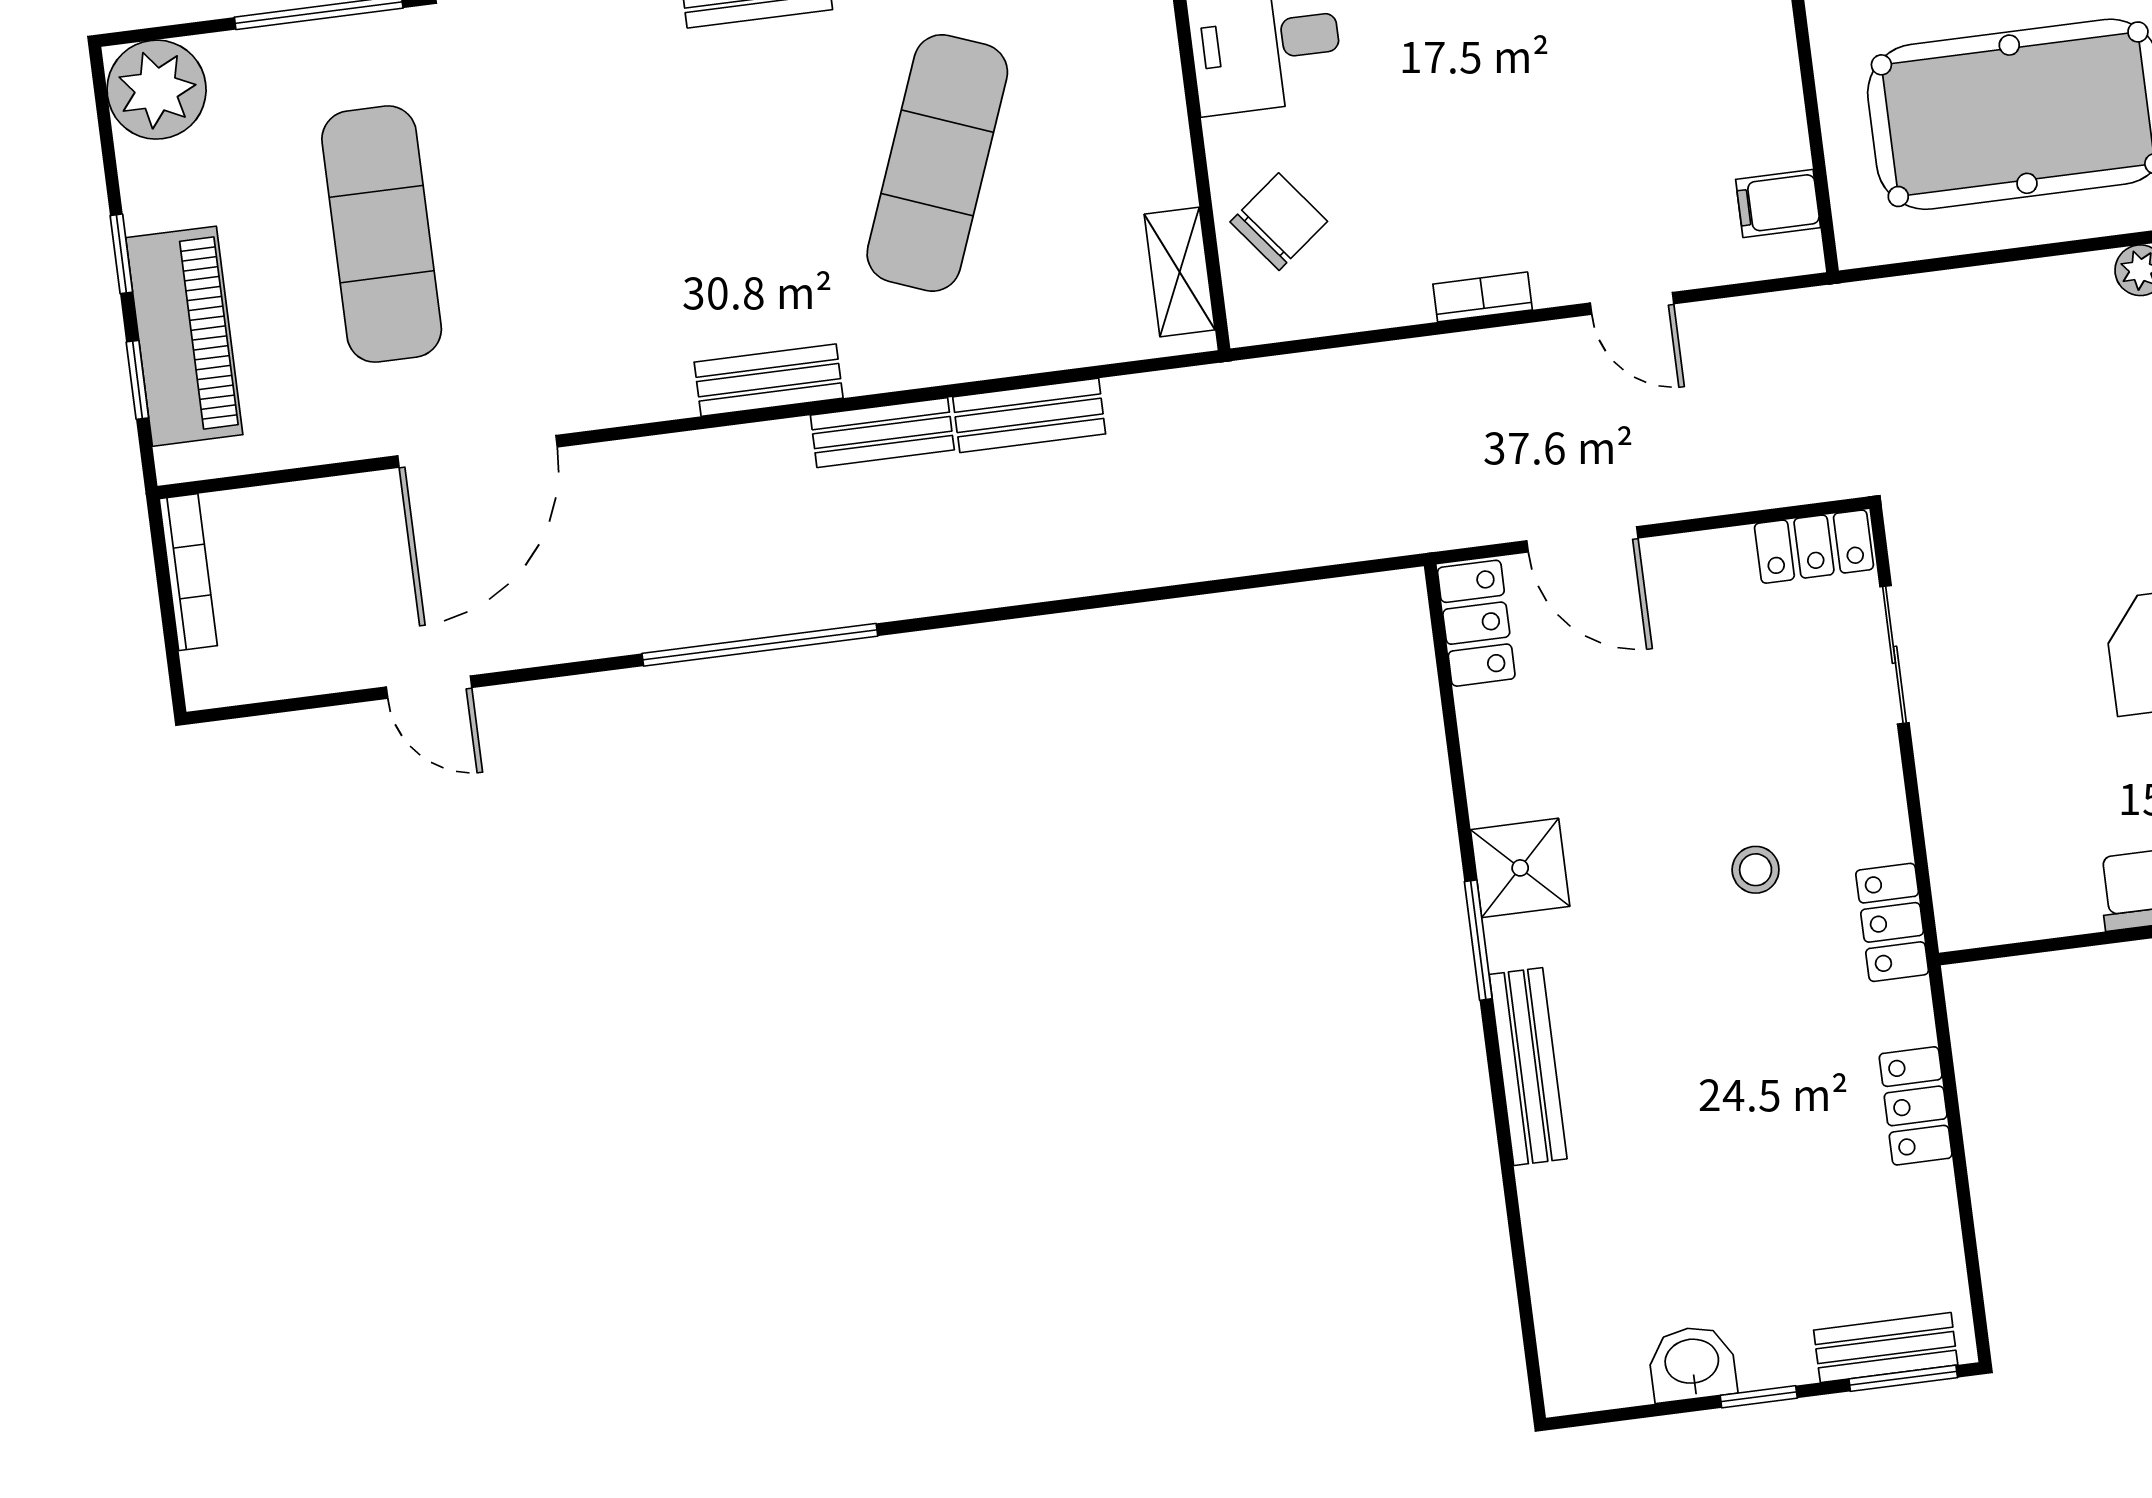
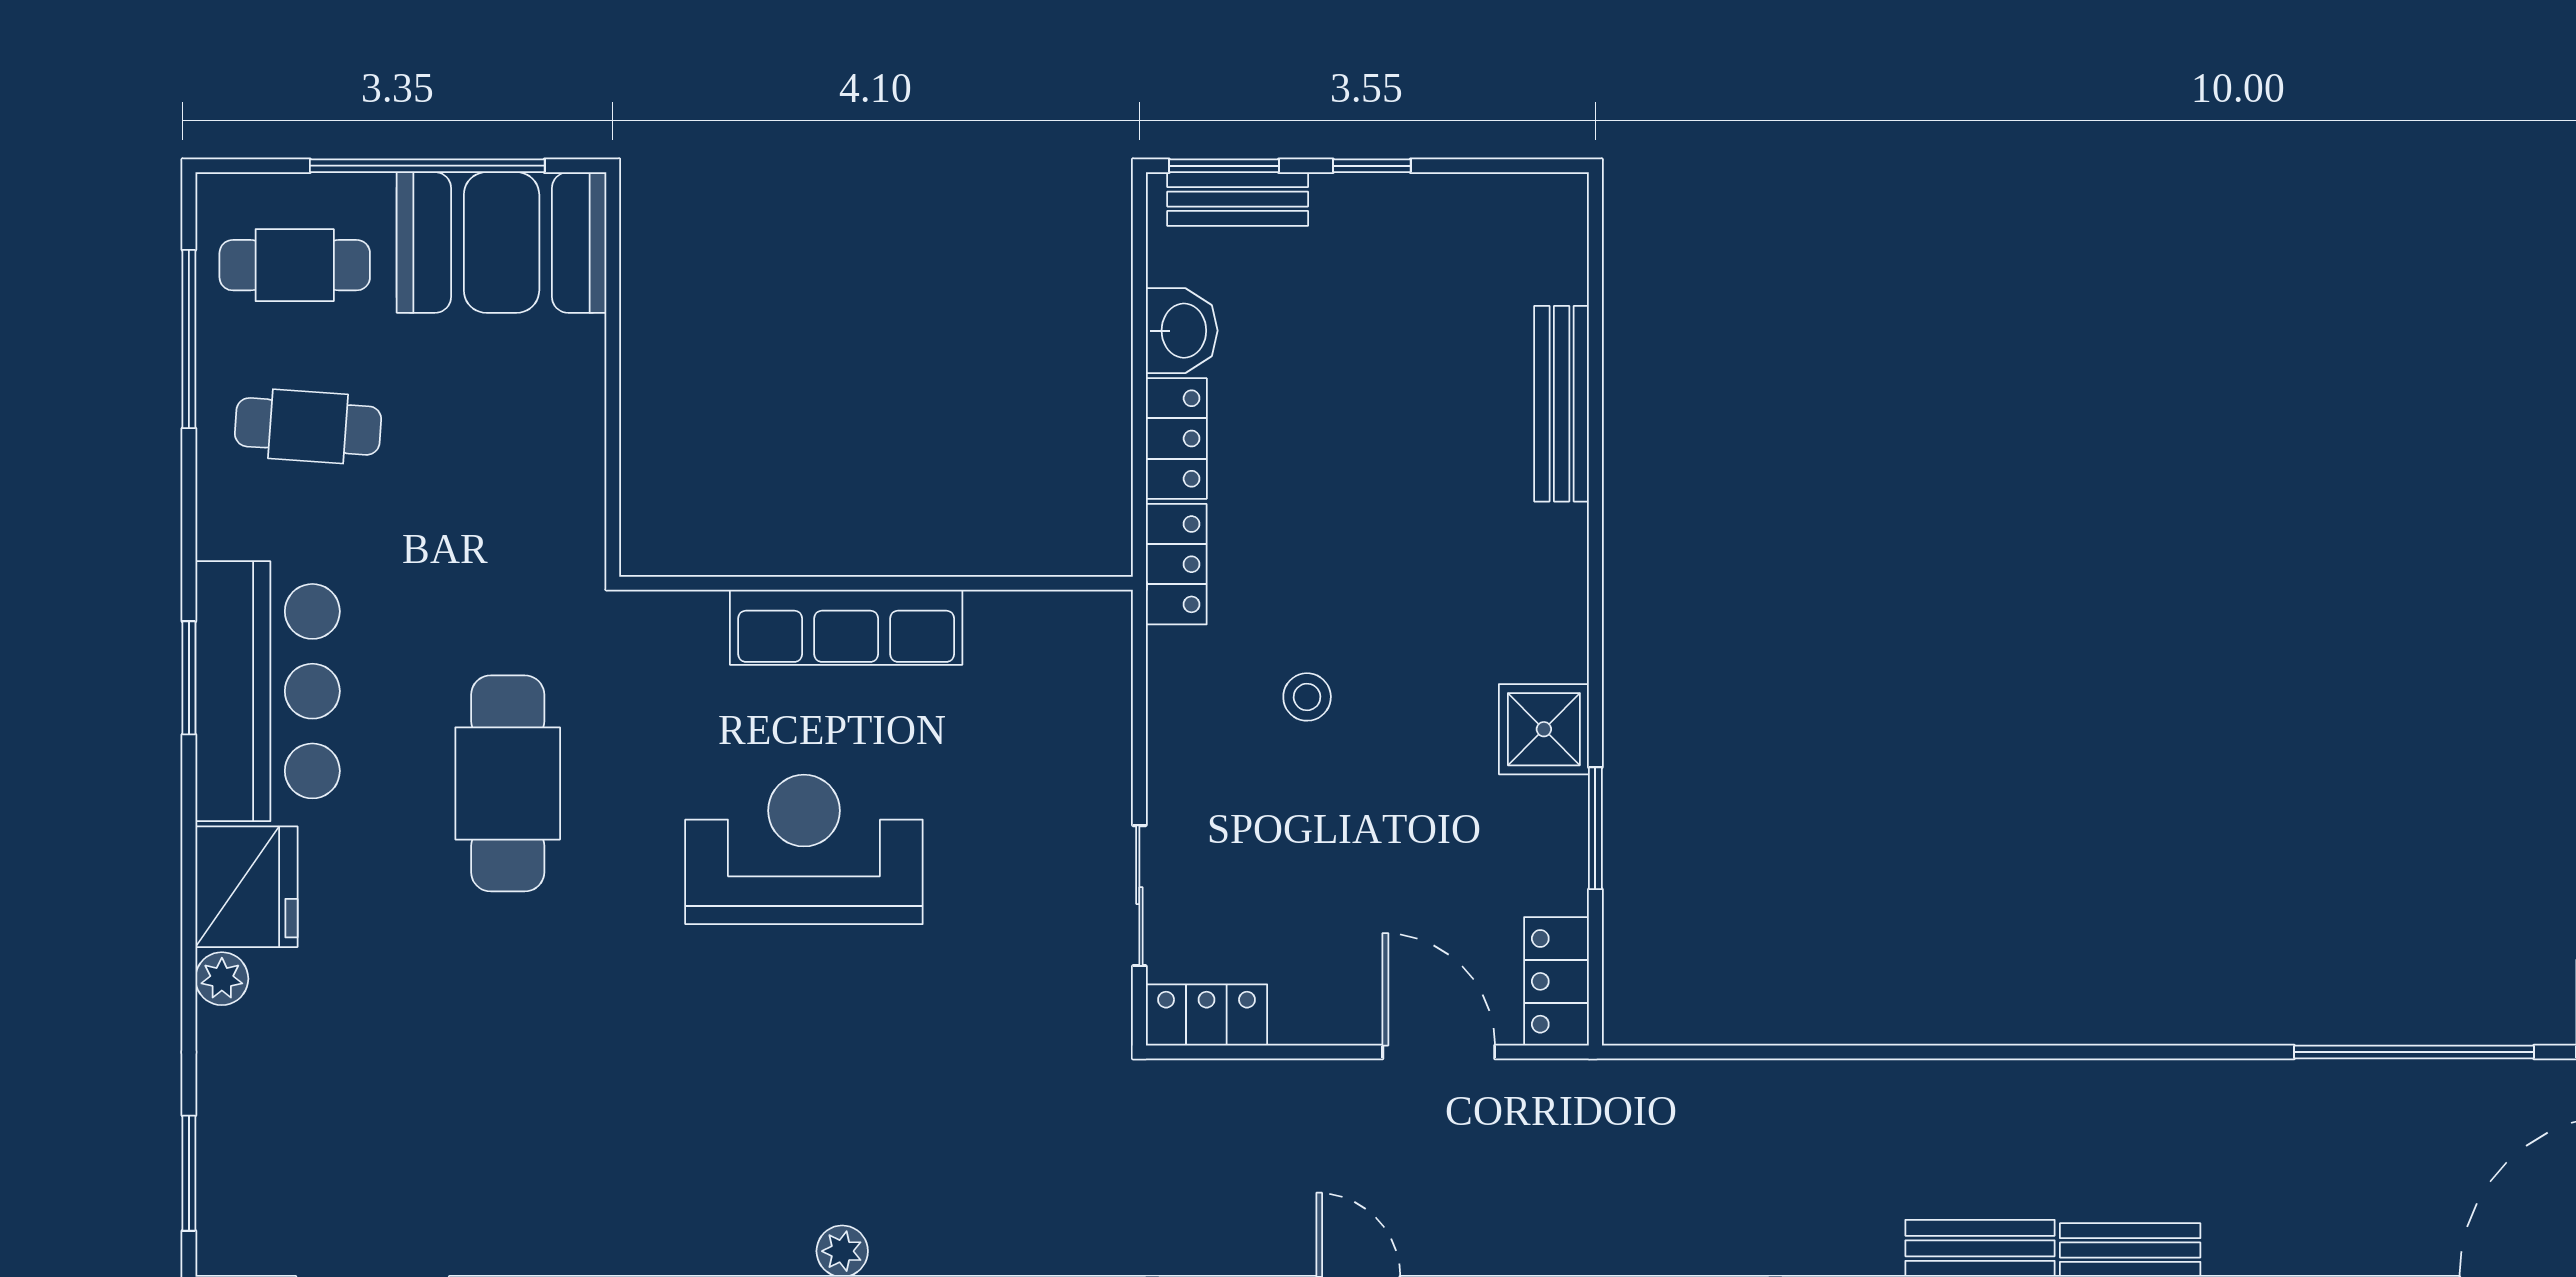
window: (760, 645) -> (2414, 1052), moved
locker: (1892, 922) -> (1176, 564), moved
window: (1478, 940) -> (1595, 828), moved
bench: (1528, 1067) -> (1562, 404), moved
washbasin: (1692, 1363) -> (1182, 331), moved, turned -90

